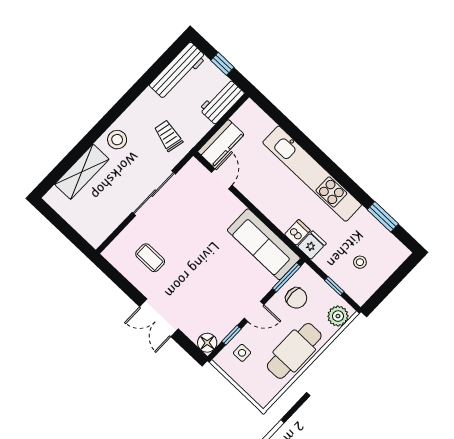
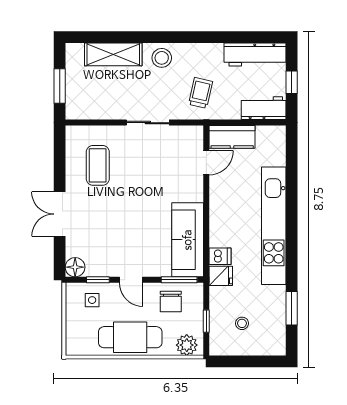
sliding door: (154, 193) -> (148, 123), width x0.73
window: (68, 231) -> (60, 86), added
coffee table: (150, 258) -> (98, 165), width x1.36, depth x1.30

